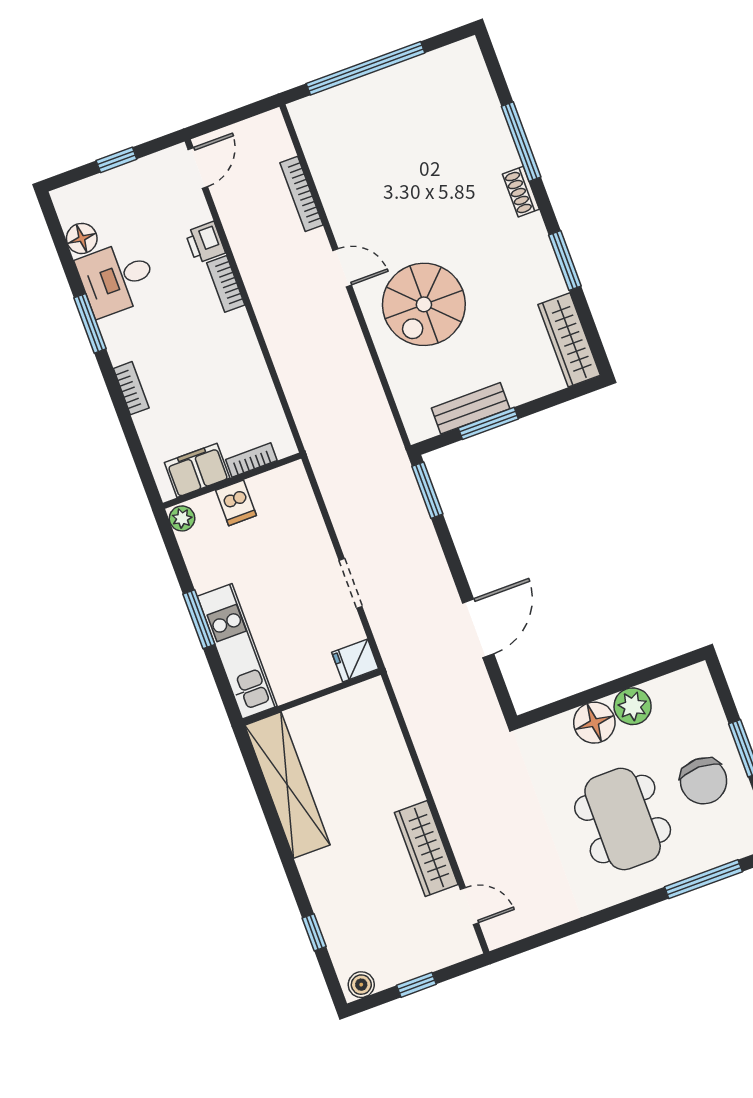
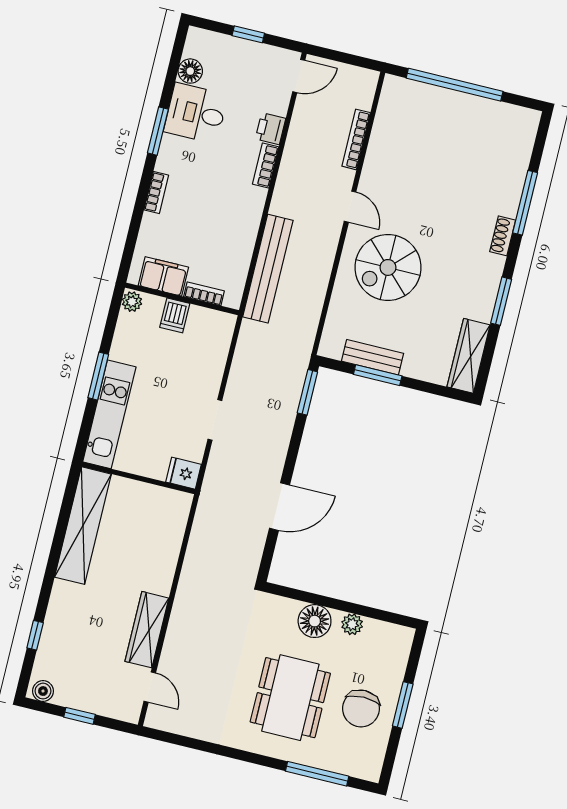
bench: (300, 389) -> (268, 269), added
plant: (633, 706) -> (352, 624), width x0.73, depth x0.73

